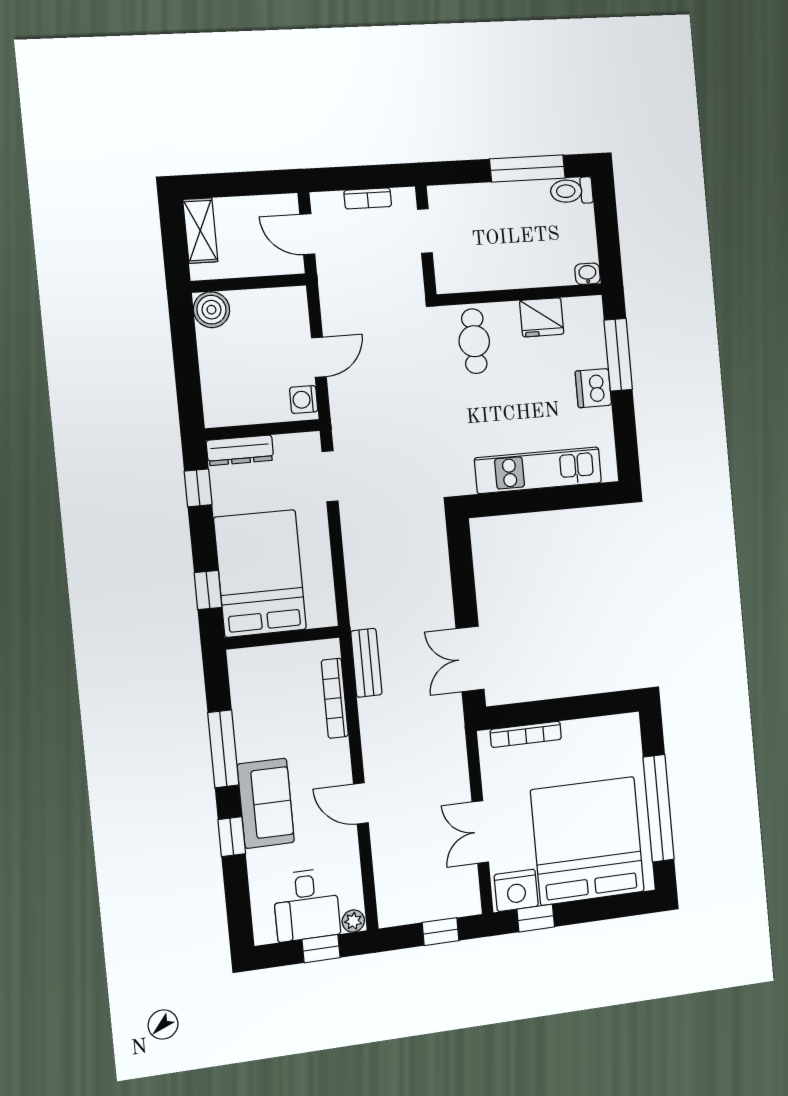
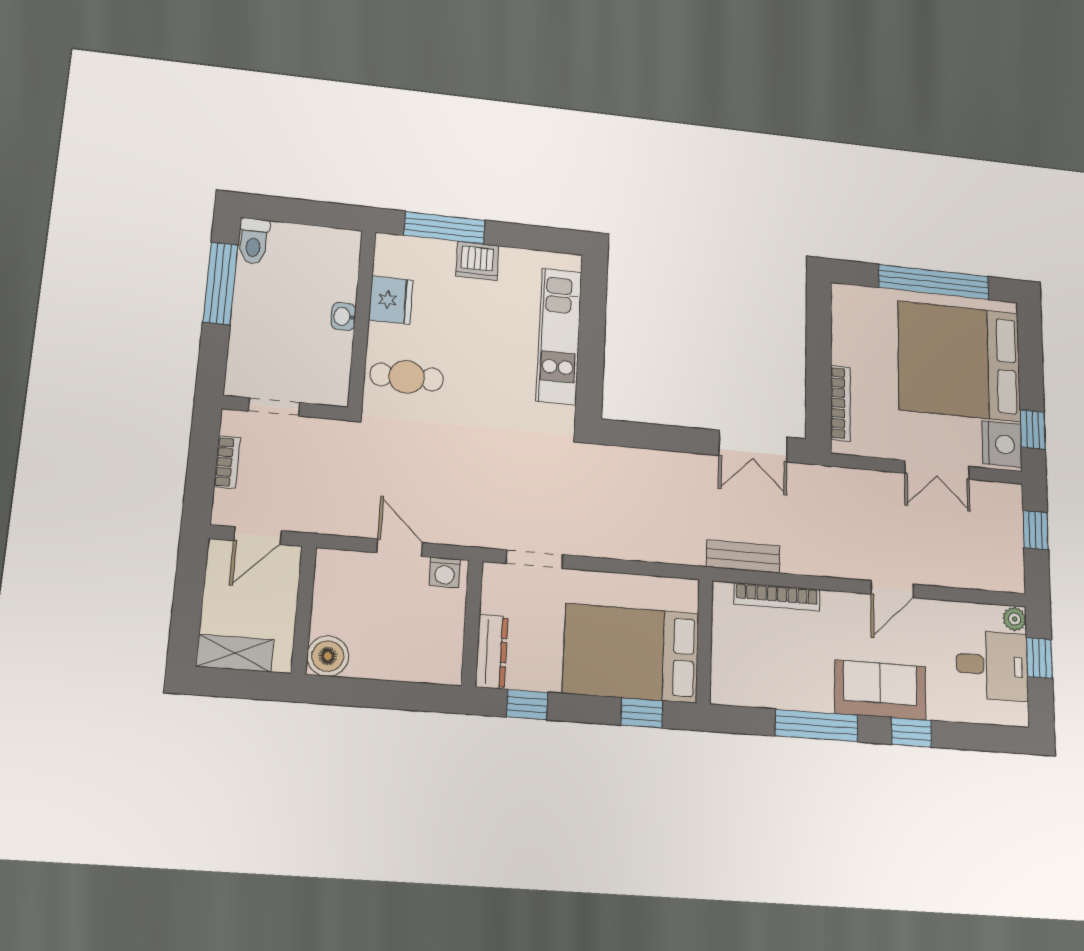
washbasin: (588, 274) -> (343, 317), moved

